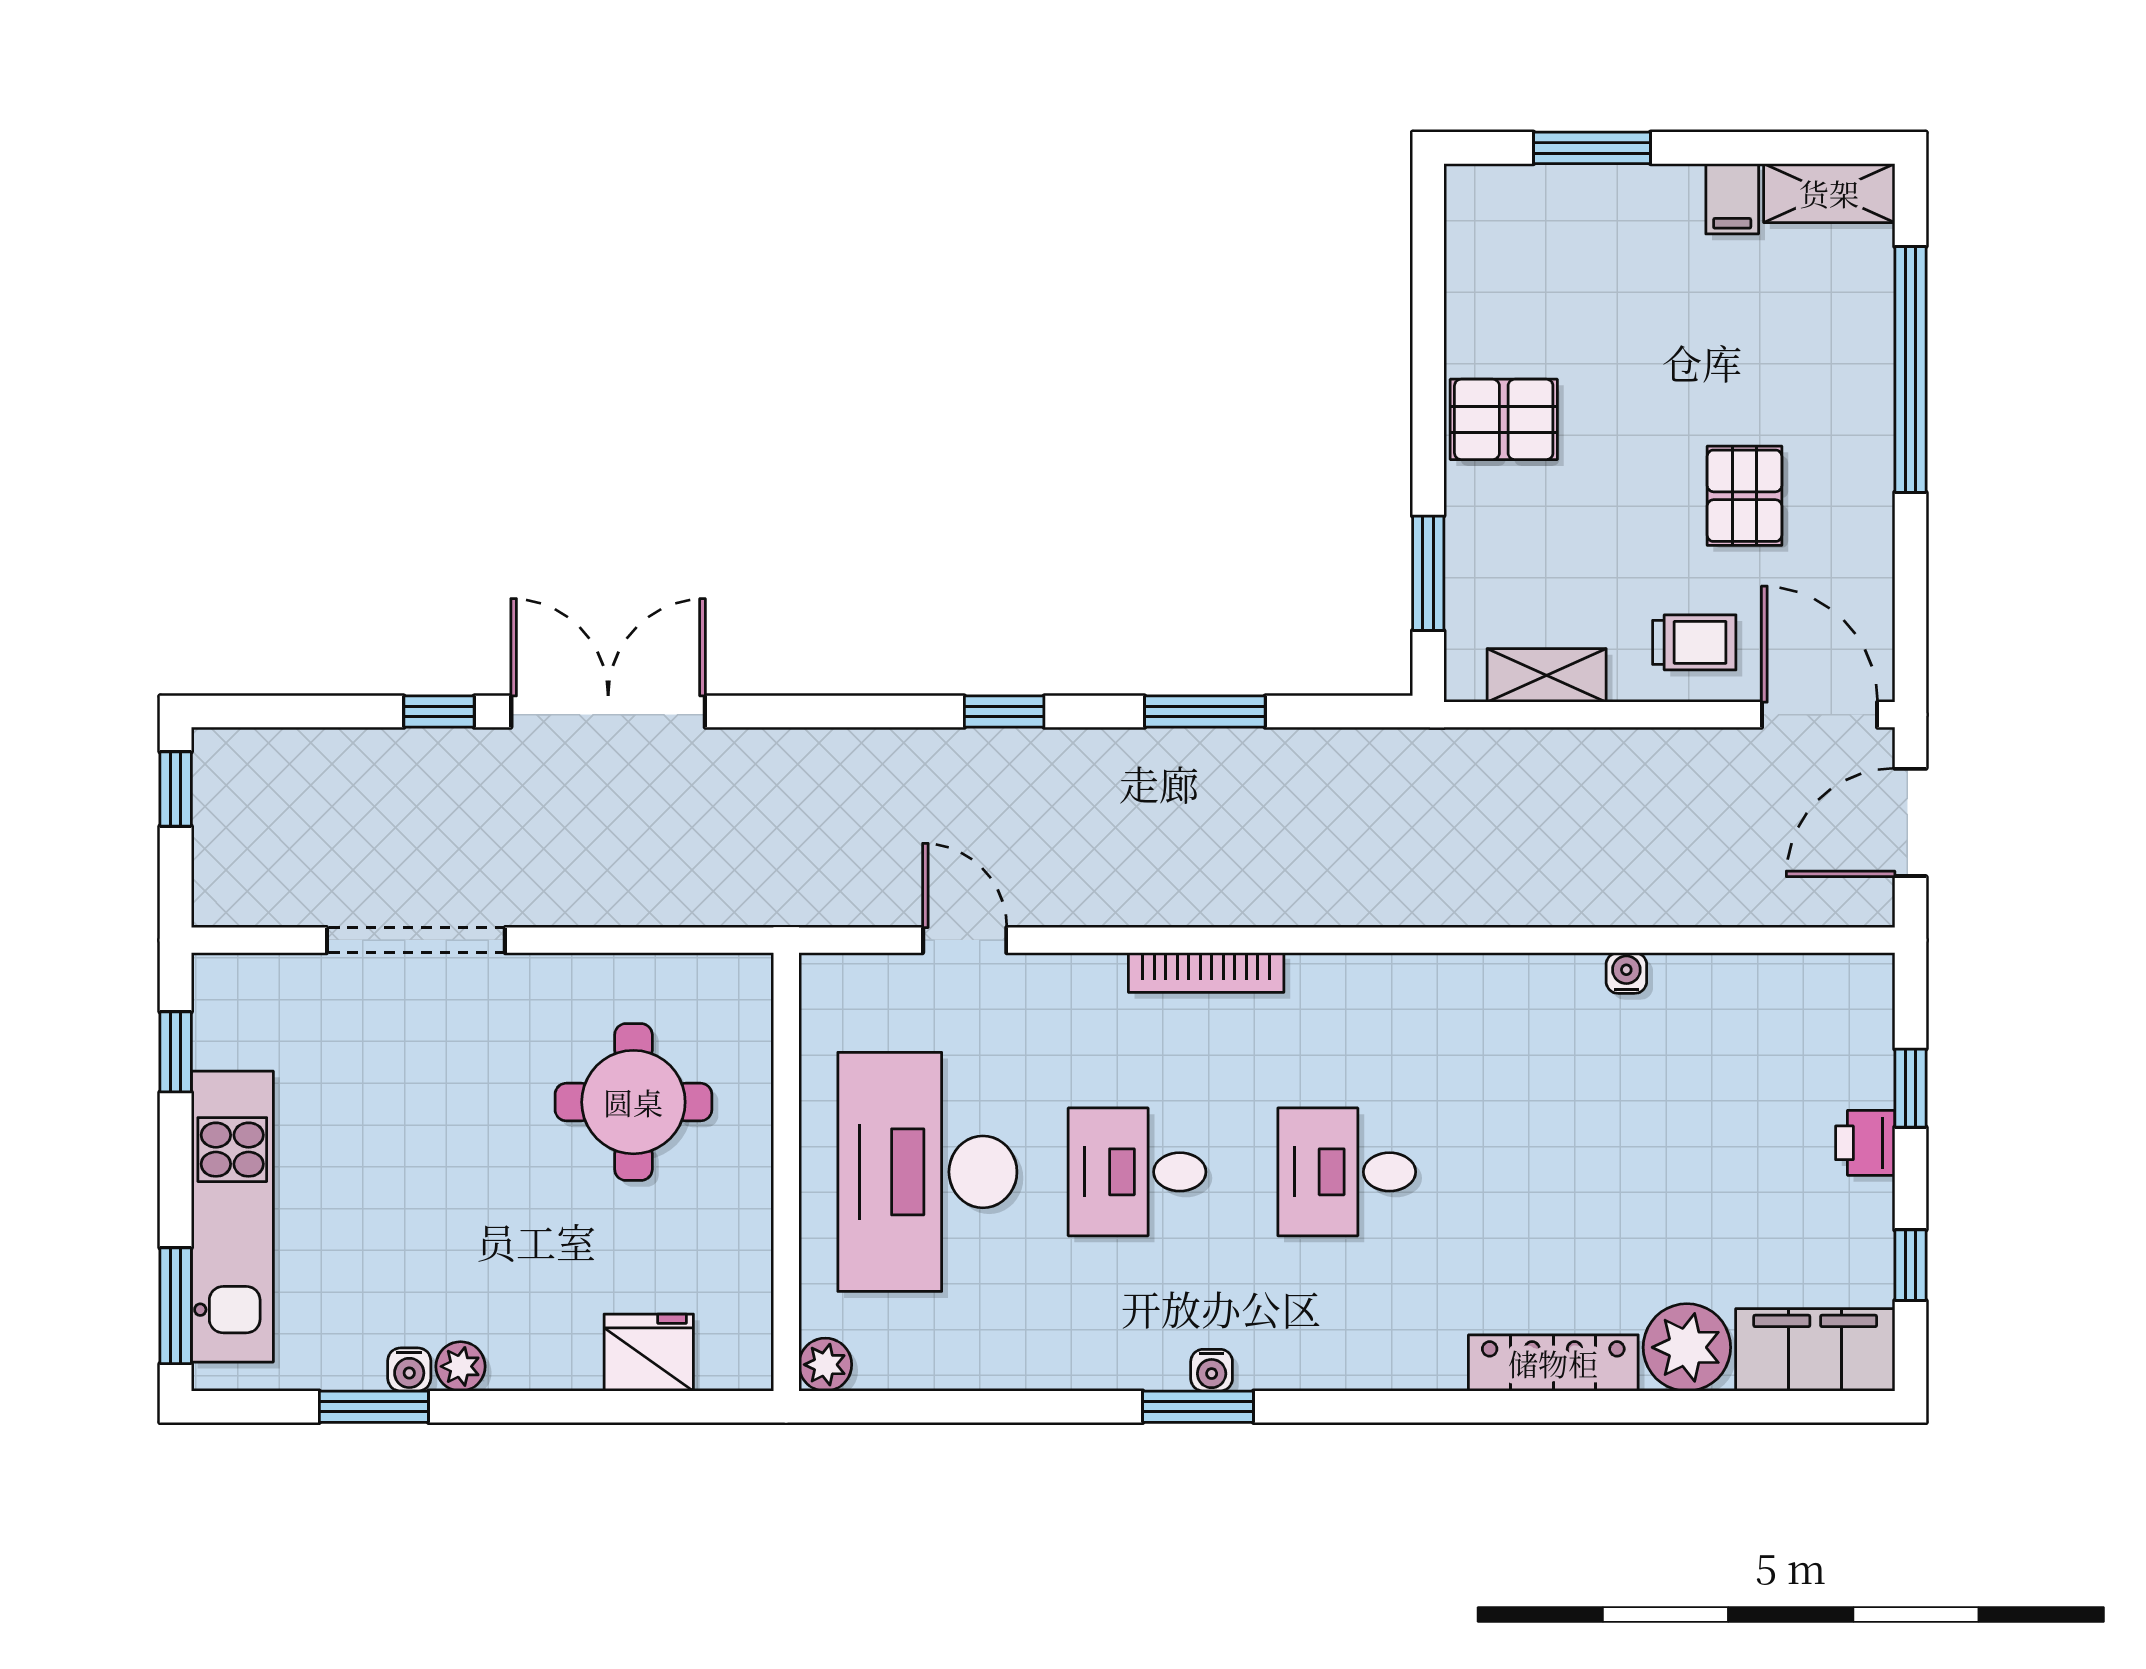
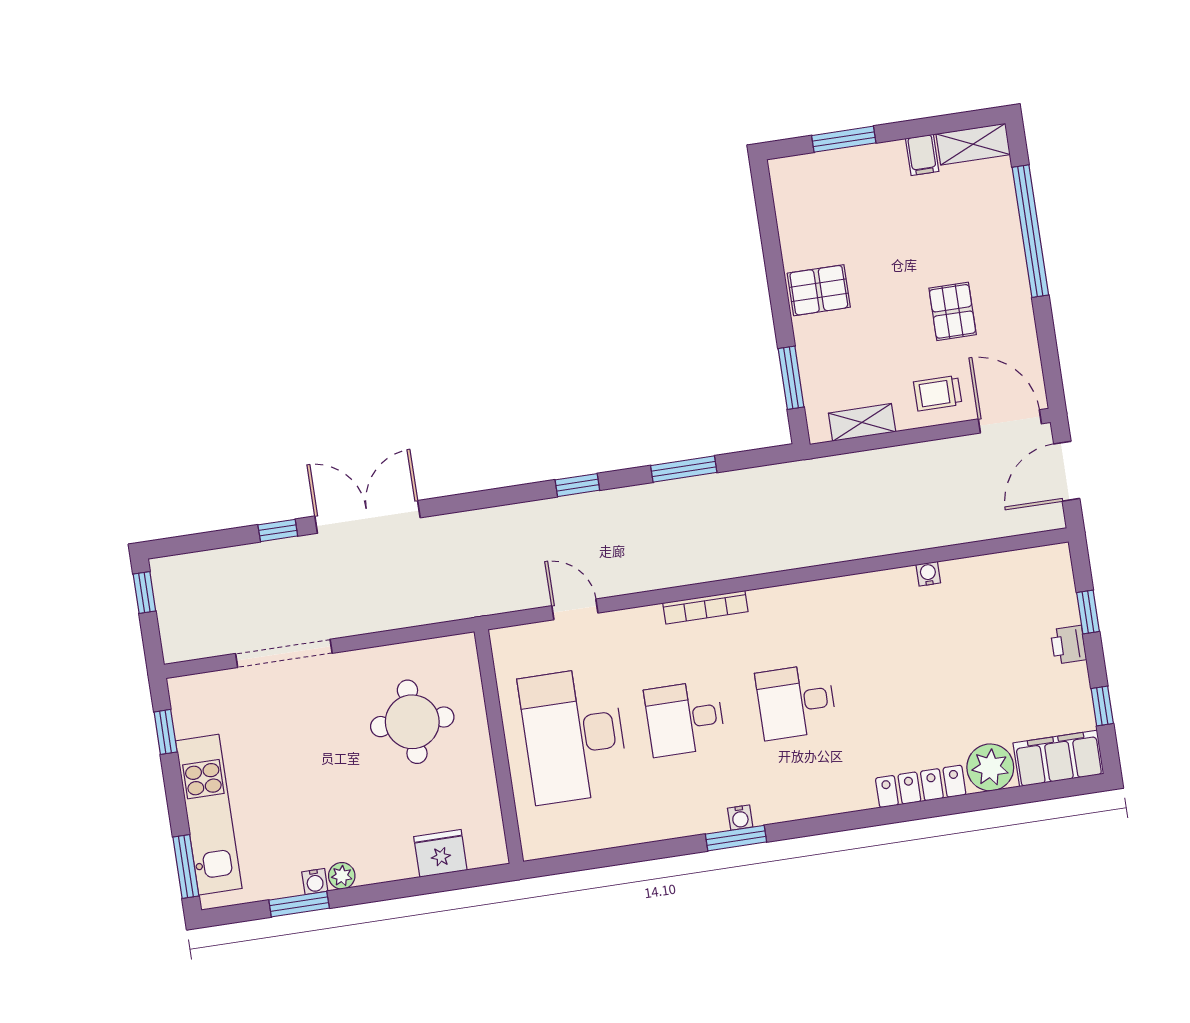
trolley: (1694, 642) -> (938, 393), turned 180
plant: (825, 1365) -> (535, 846), removed

